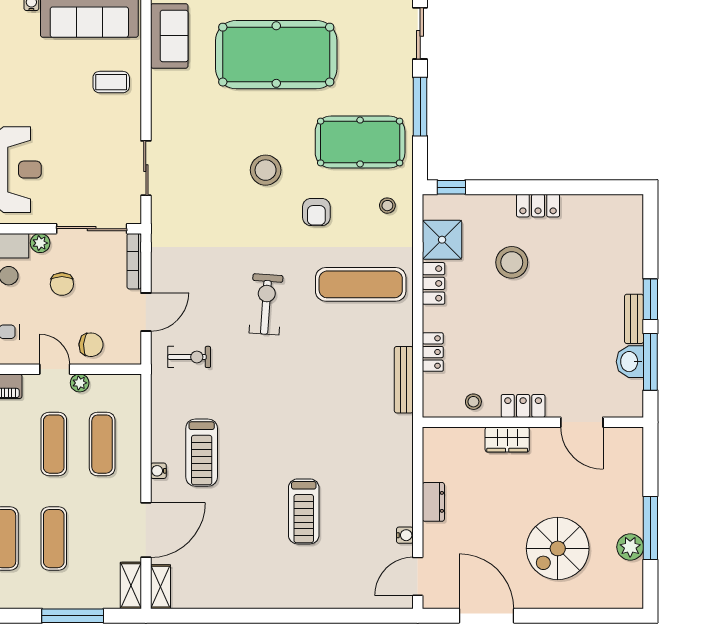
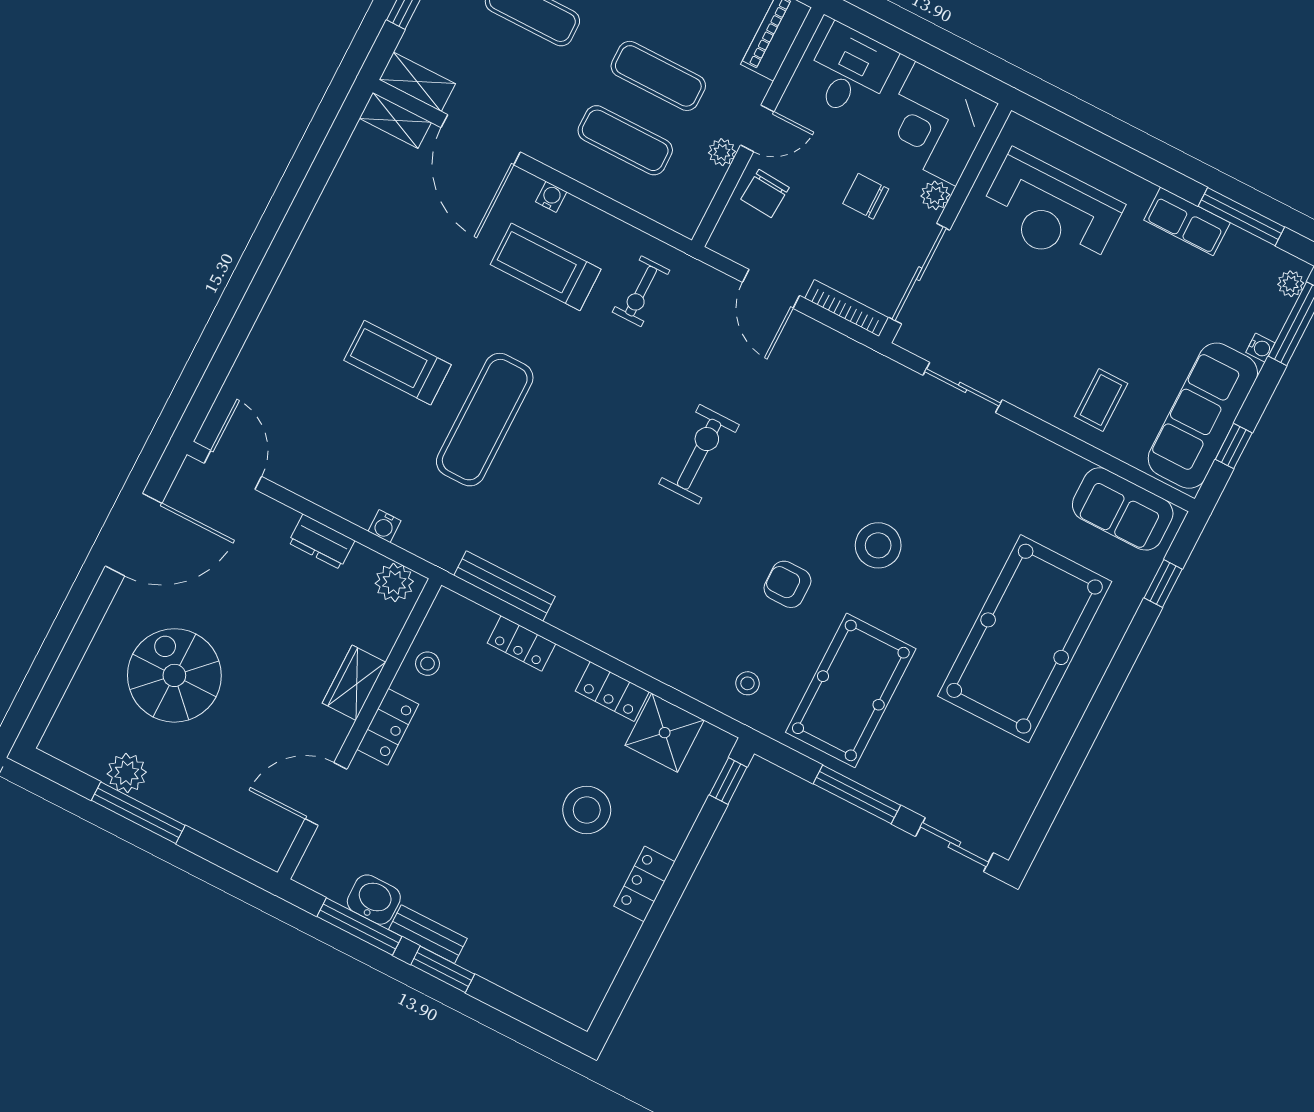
exercise mat: (361, 284) -> (485, 420), moved
exercise bike: (266, 304) -> (699, 454), turned -94
exercise bike: (189, 357) -> (641, 291), moved
plant: (435, 446) -> (394, 582), added
water cooler: (405, 535) -> (384, 526), moved

